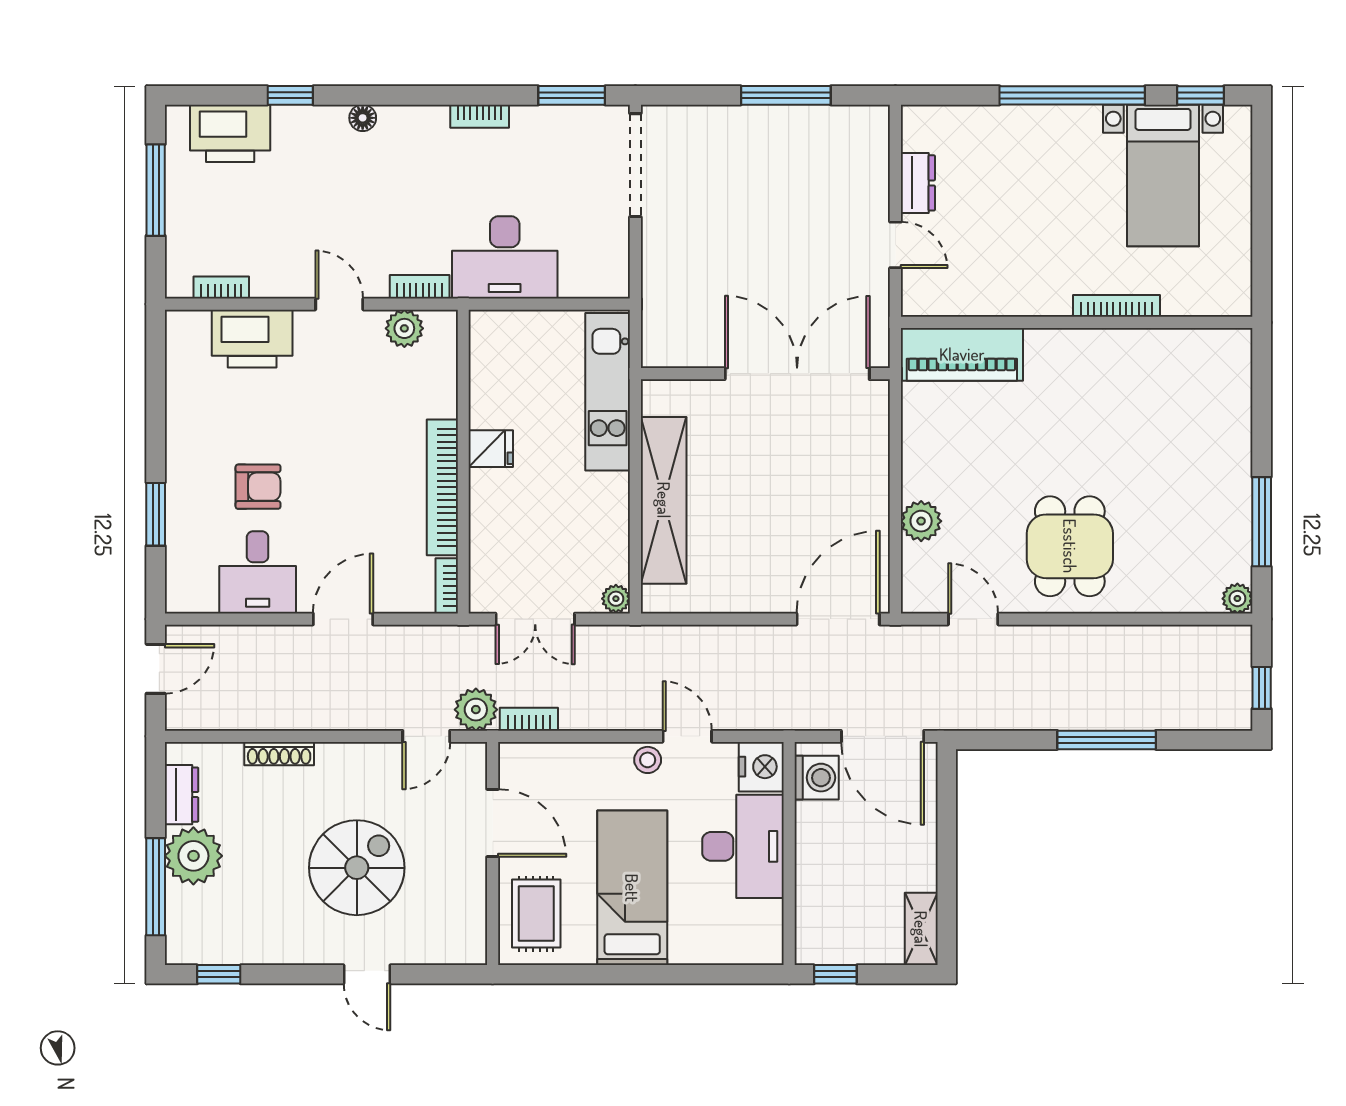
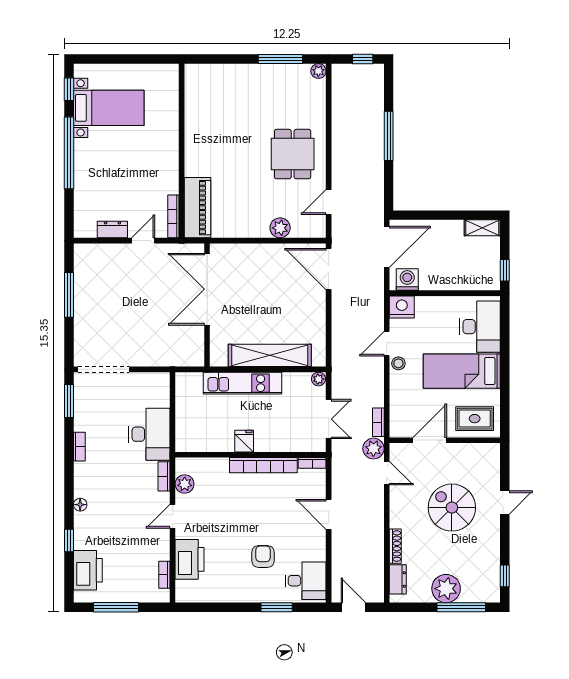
bookcase: (1116, 306) -> (173, 216), moved
kitchen unit: (608, 392) -> (243, 383), moved
dining table: (1070, 546) -> (293, 154), turned 90
desk: (258, 572) -> (305, 581), moved
dresser: (181, 795) -> (398, 579), moved, turned 90
desk: (743, 846) -> (480, 327), moved, turned 90

